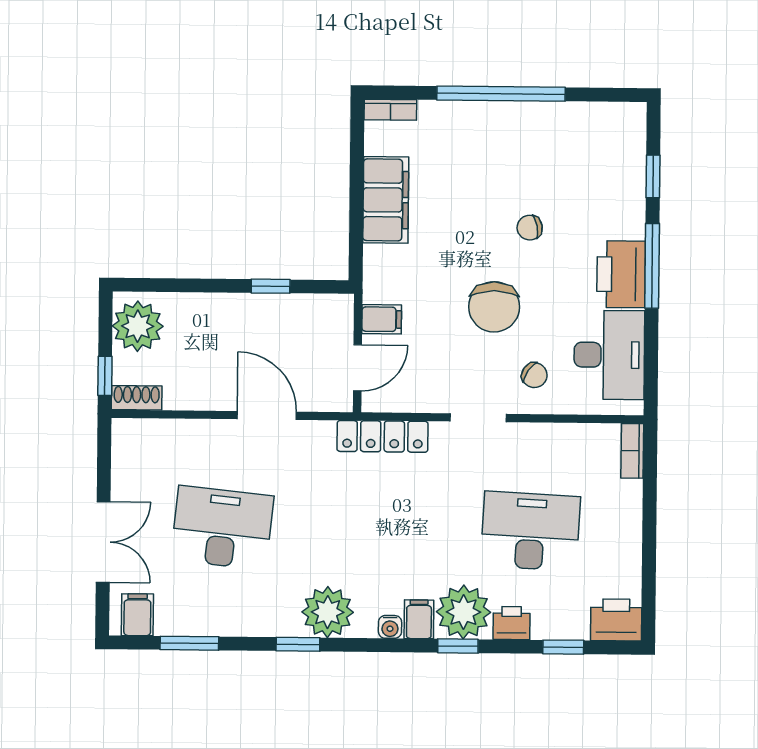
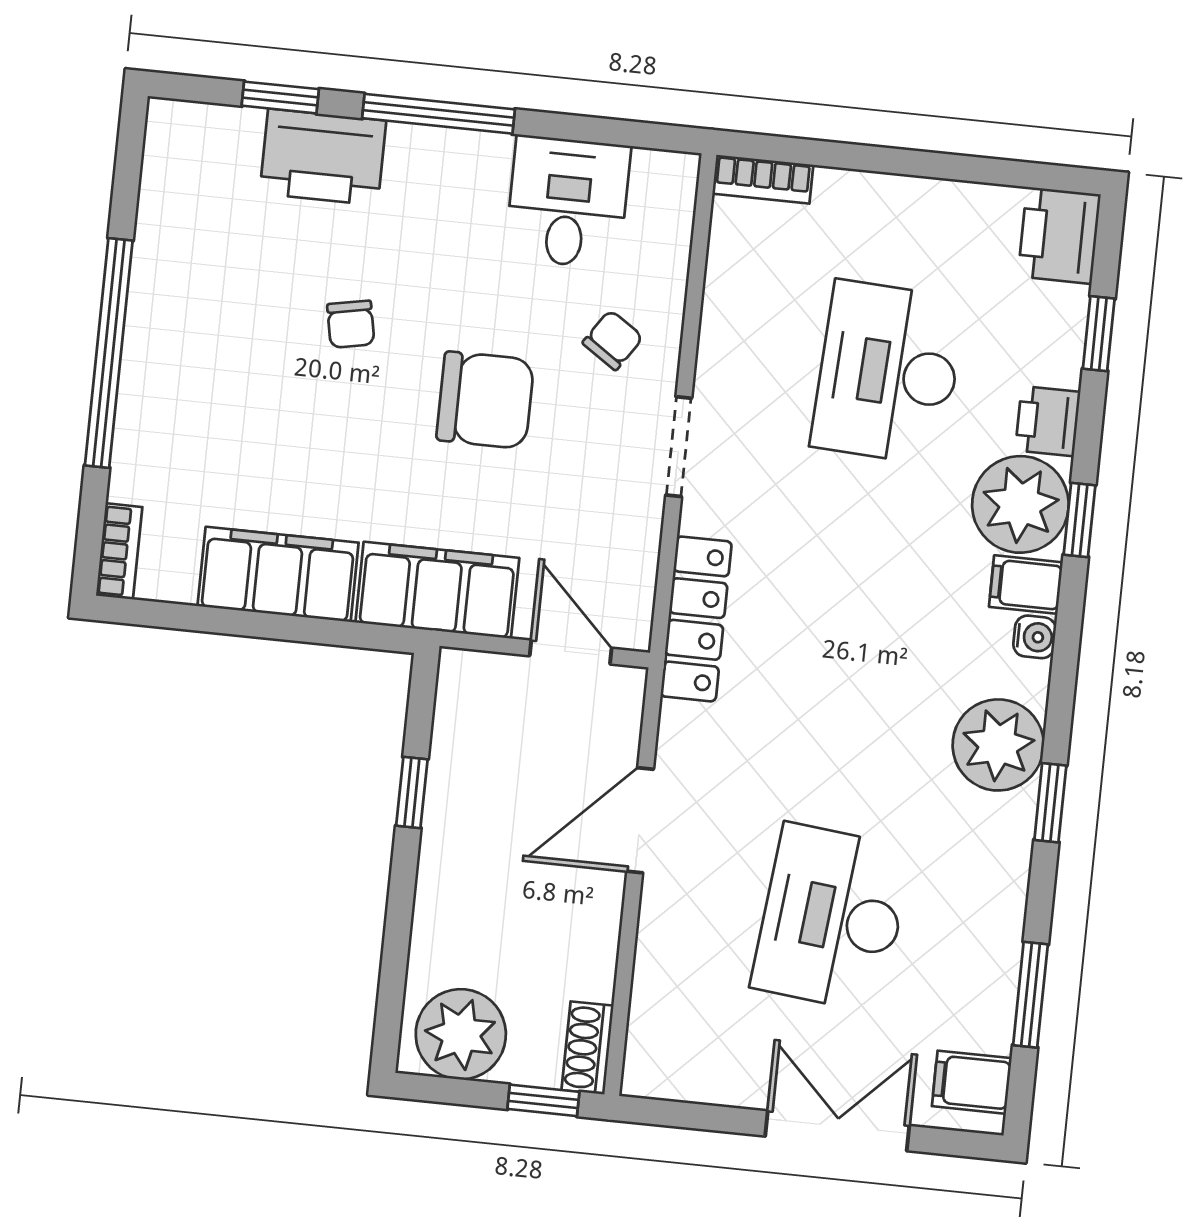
printer: (621, 274) -> (323, 157), moved
filing cabinet: (382, 319) -> (437, 590), width x3.00, depth x1.17
desk: (609, 355) -> (568, 202), width x0.73

